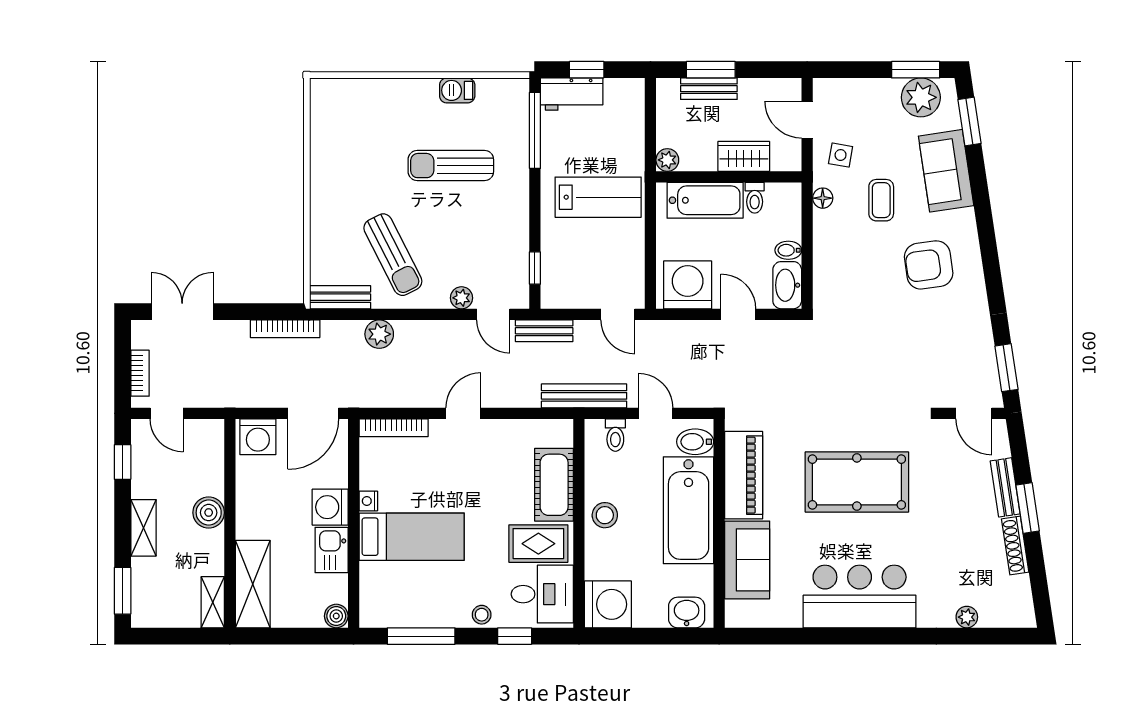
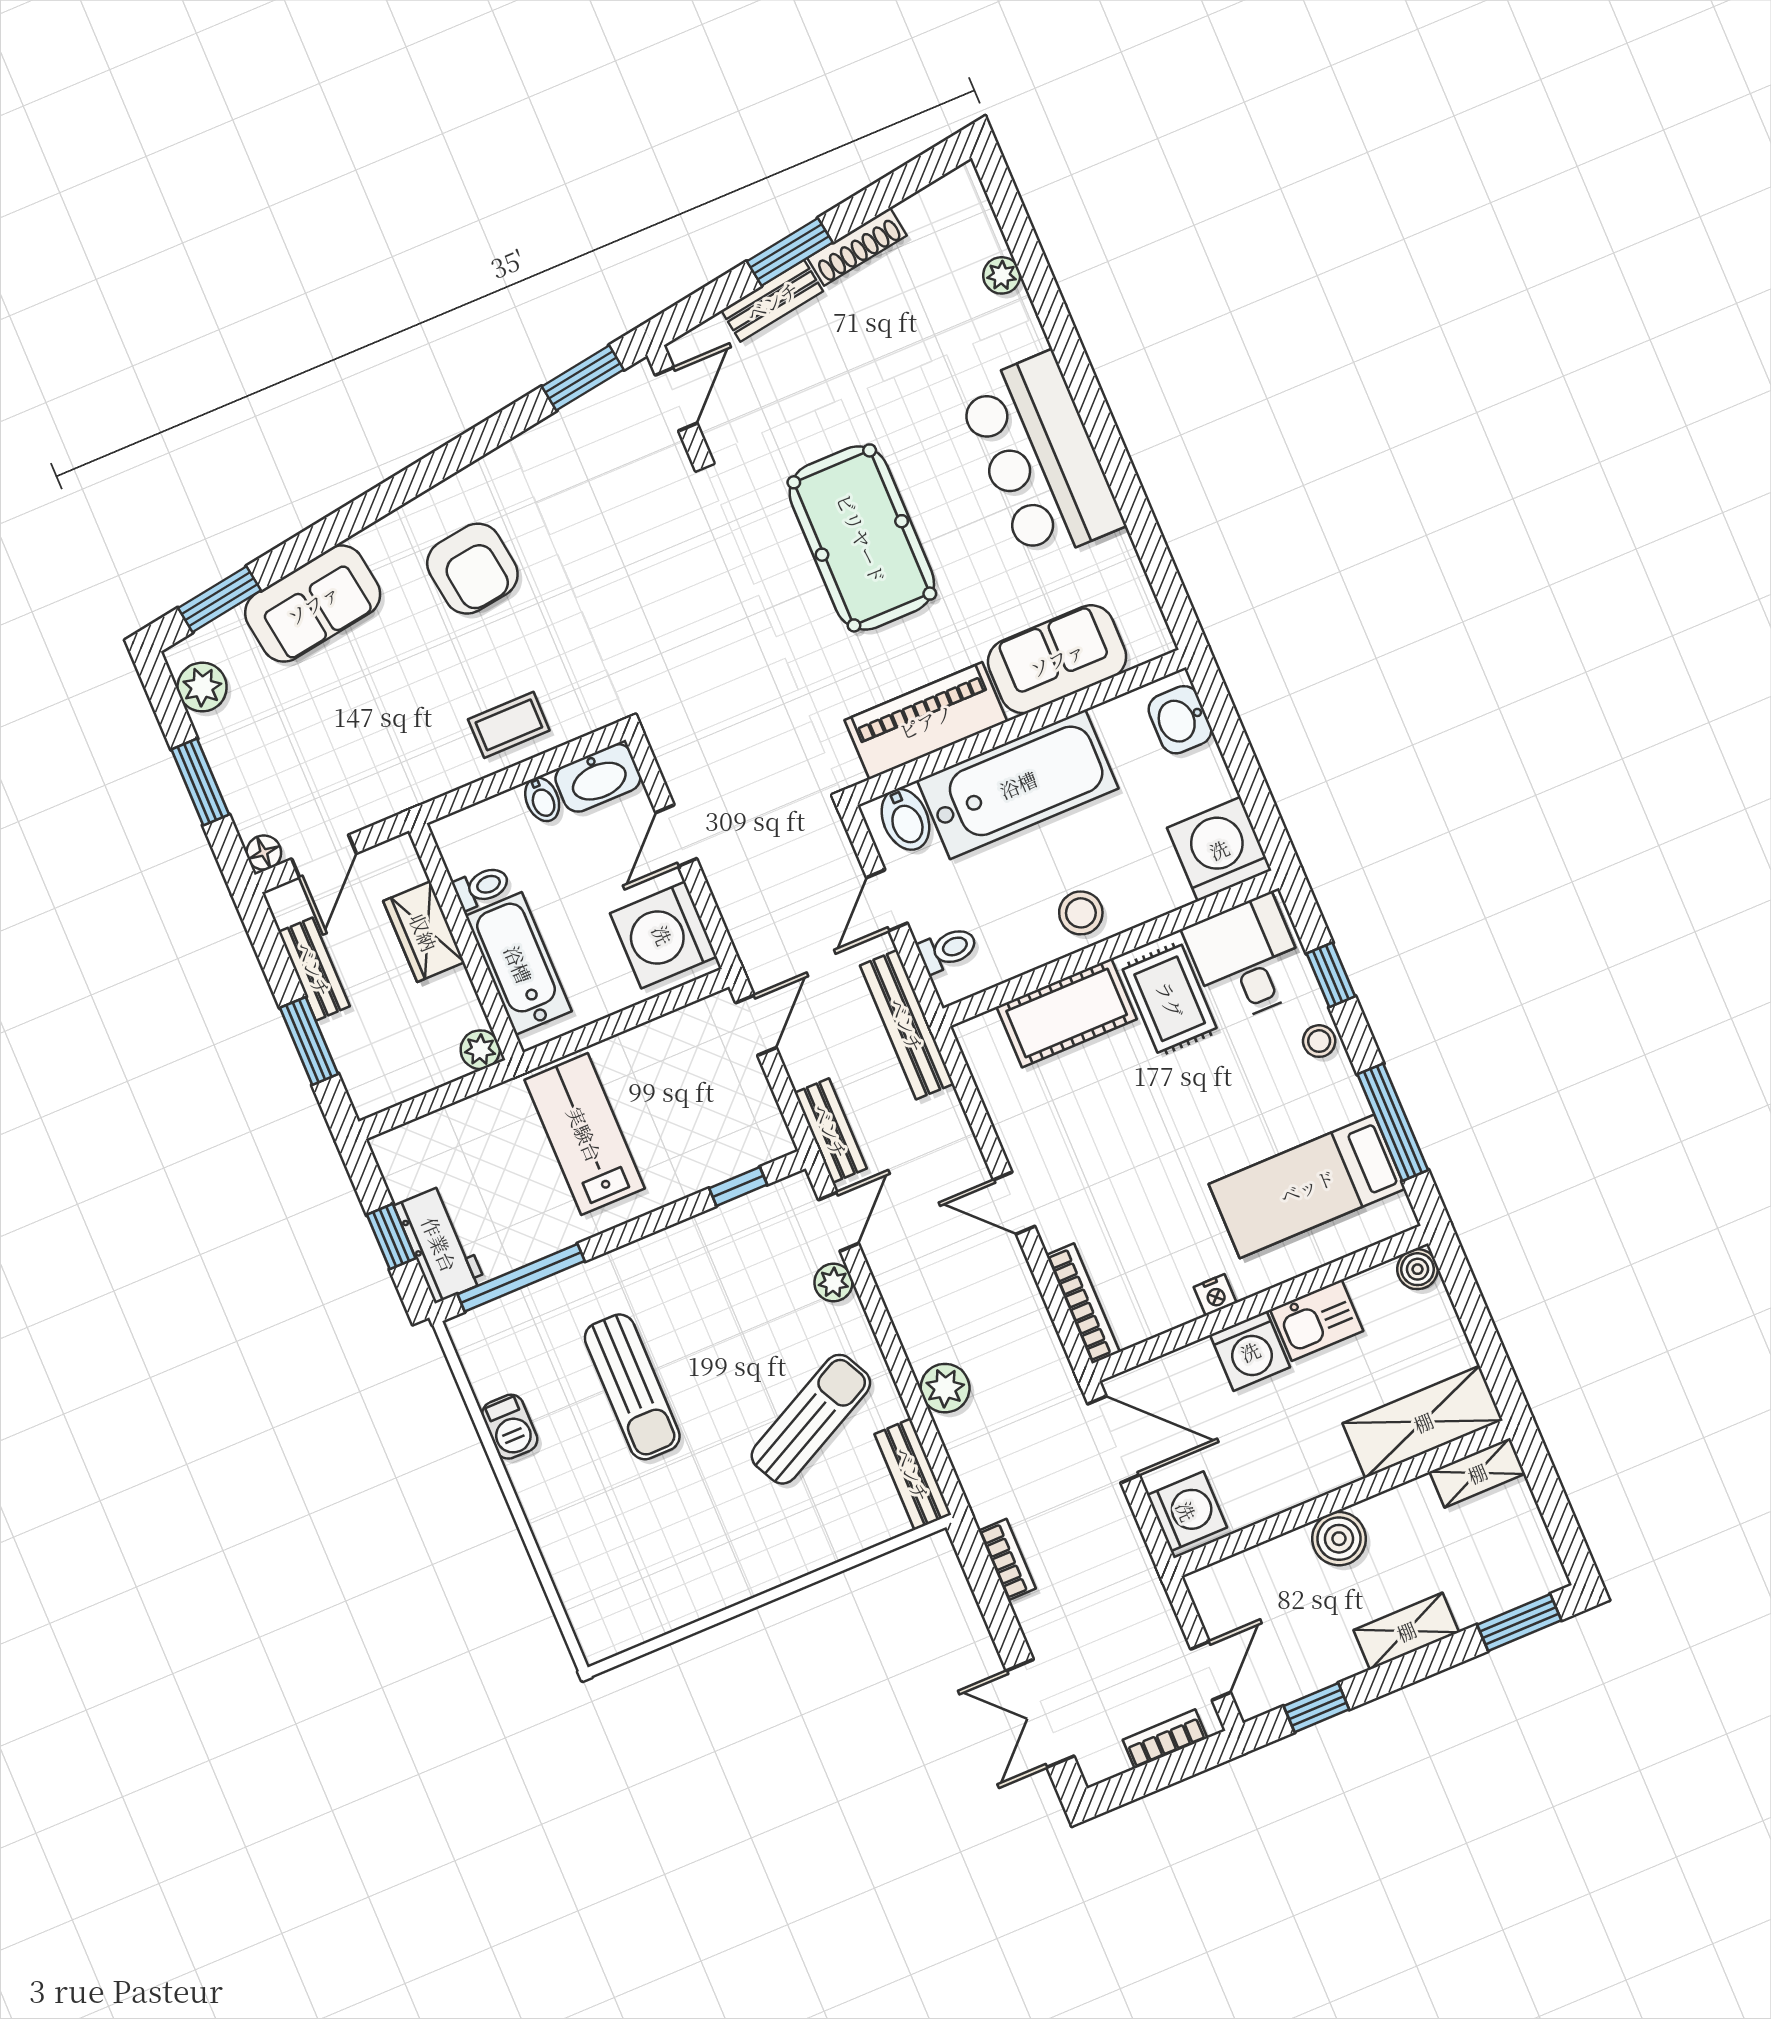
window: (916, 70) -> (200, 782), moved
bench: (709, 89) -> (314, 969), moved
plant: (921, 97) -> (202, 687), width x0.73, depth x0.73
side table: (841, 155) -> (358, 780), removed
floor lamp: (823, 198) -> (264, 853), moved
coffee table: (881, 200) -> (509, 725), moved
bookcase: (285, 329) -> (1007, 1560), width x0.64
bed: (412, 537) -> (1307, 1186), moved, turned -90

